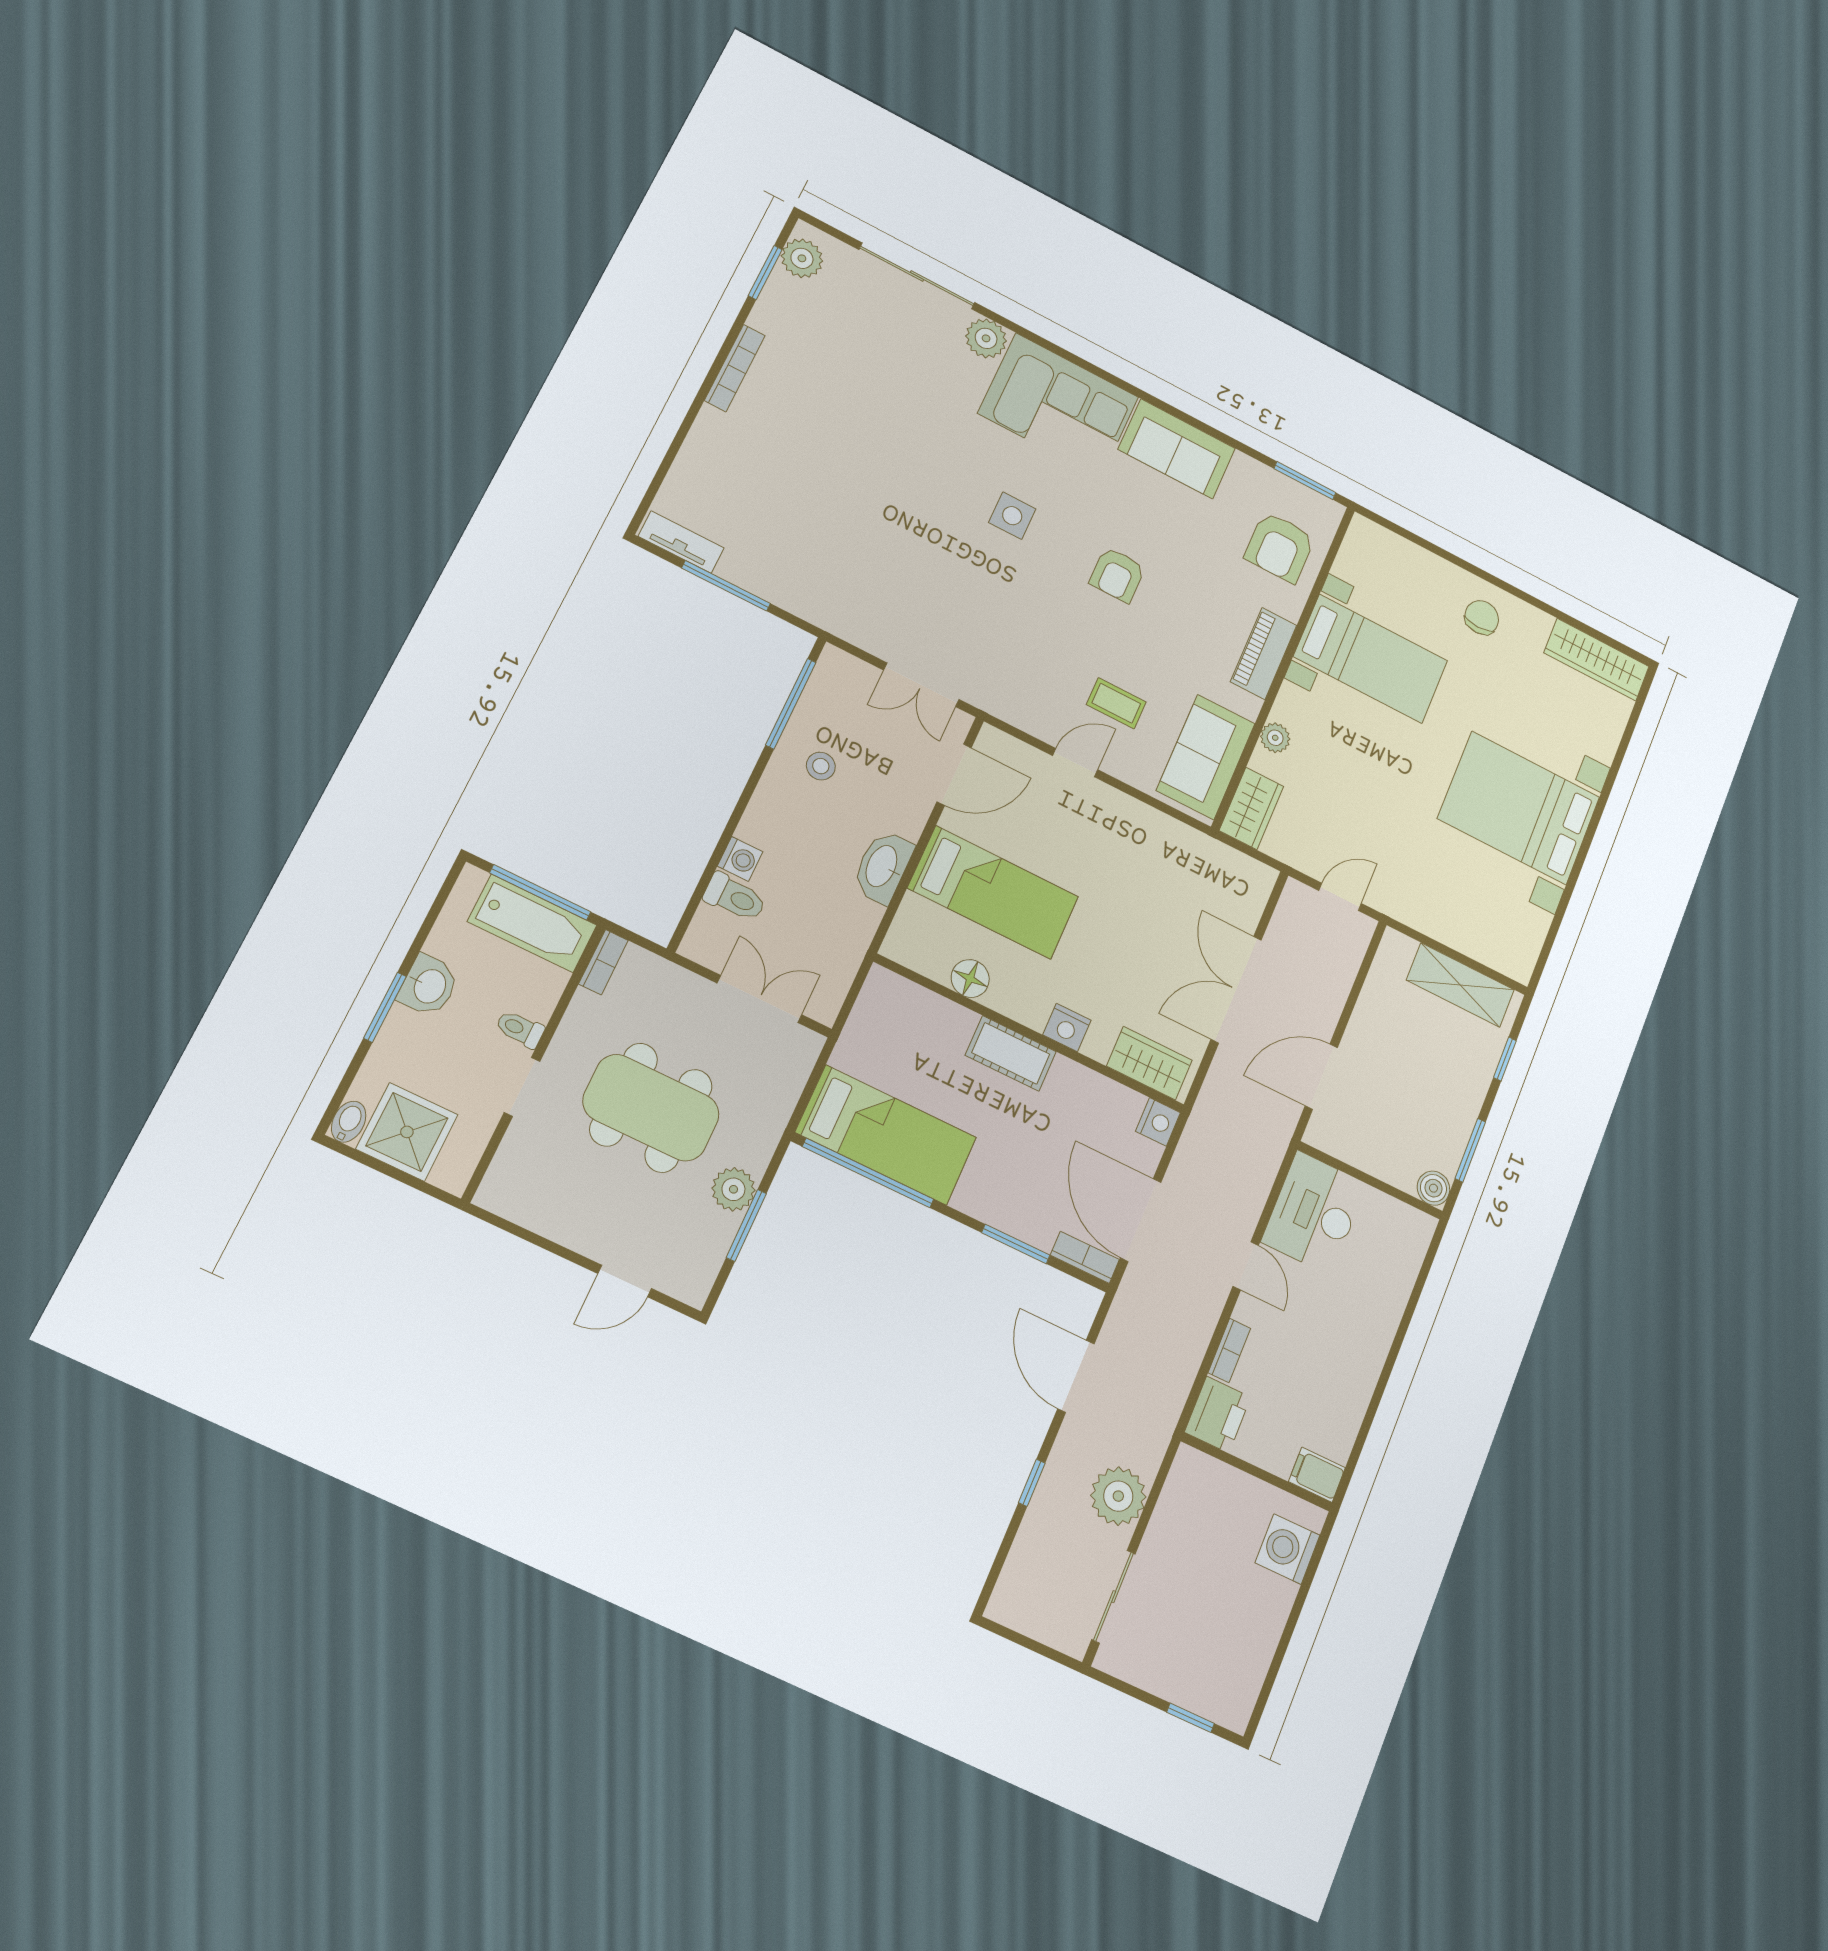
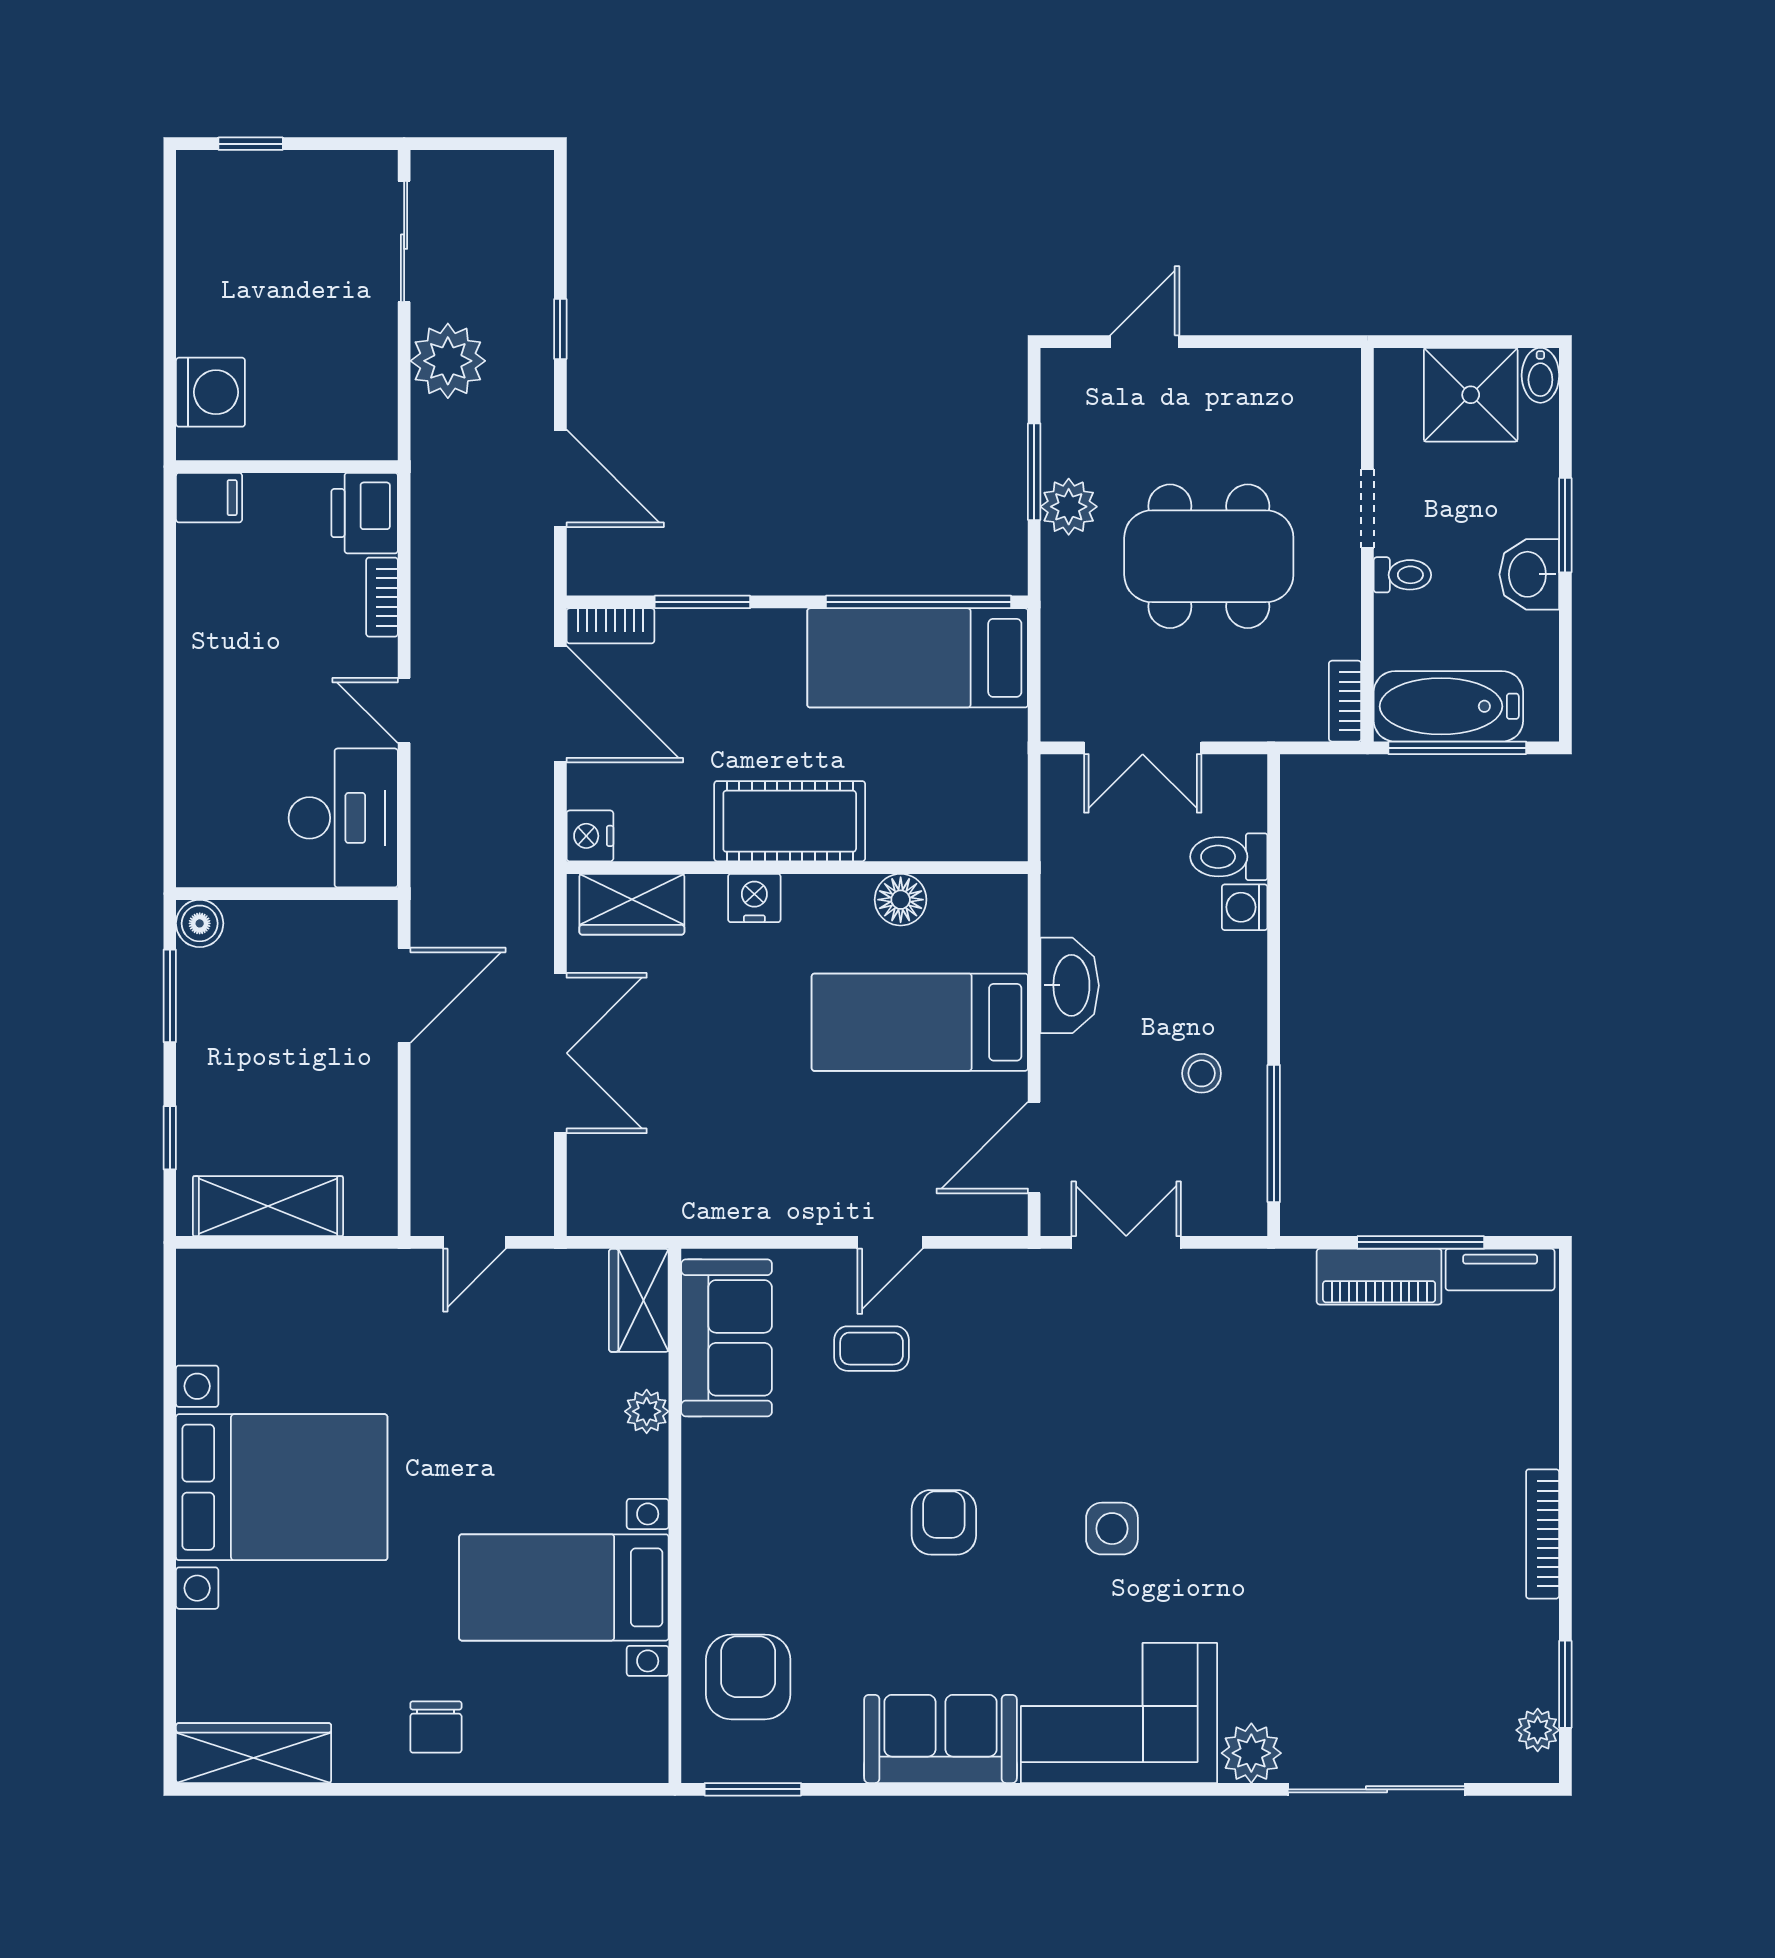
plant: (802, 258) -> (1538, 1730), width x0.73, depth x0.73
piano: (1264, 653) -> (1379, 1277), moved, turned 90
cot: (1011, 1053) -> (790, 821), width x1.37, depth x1.34

